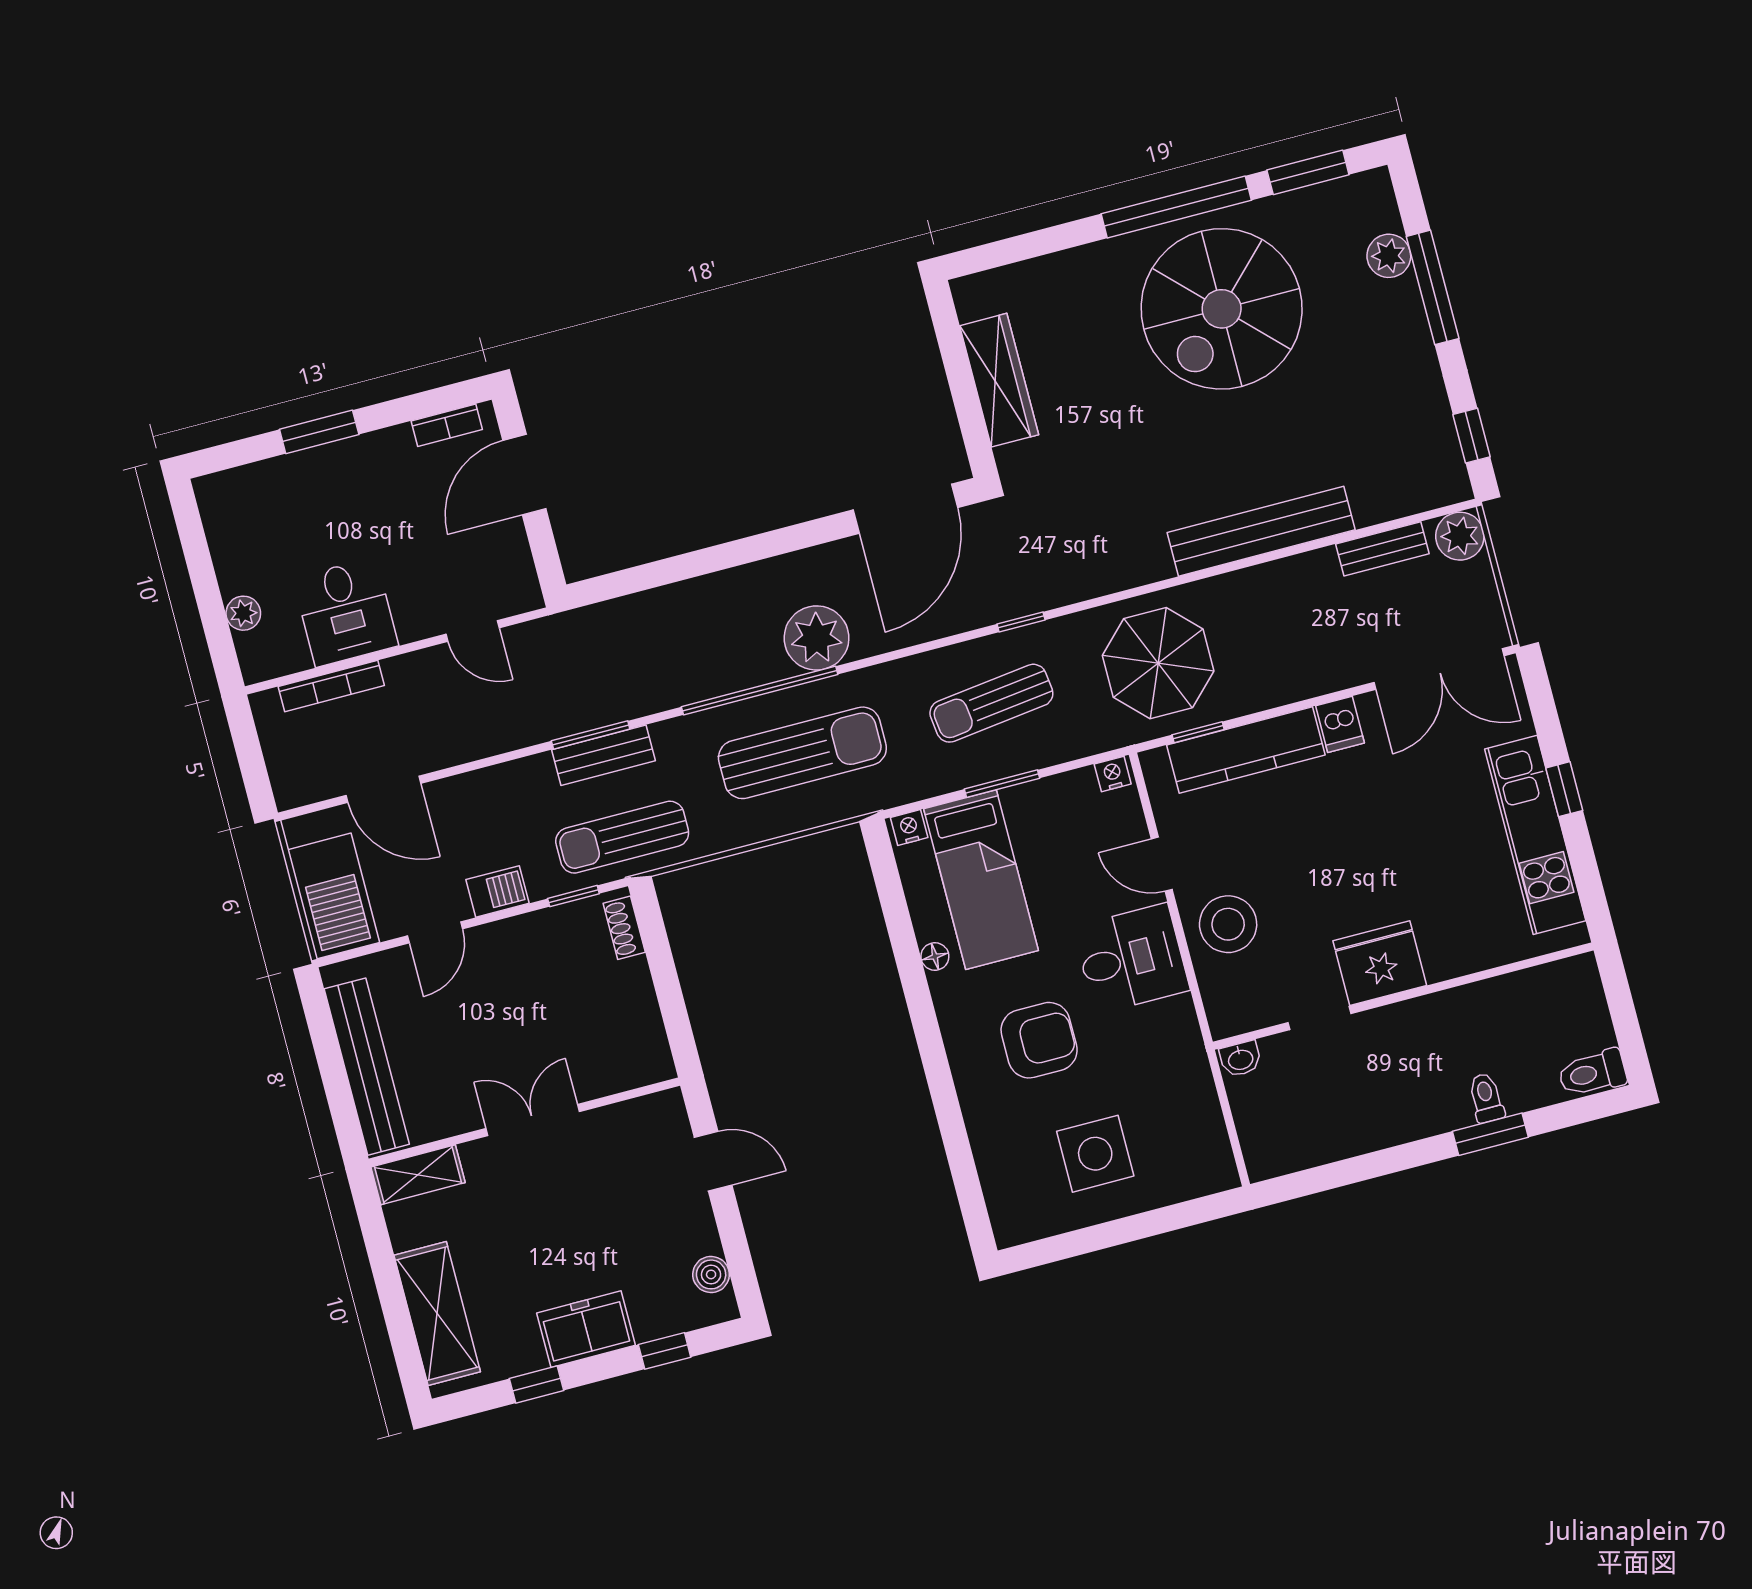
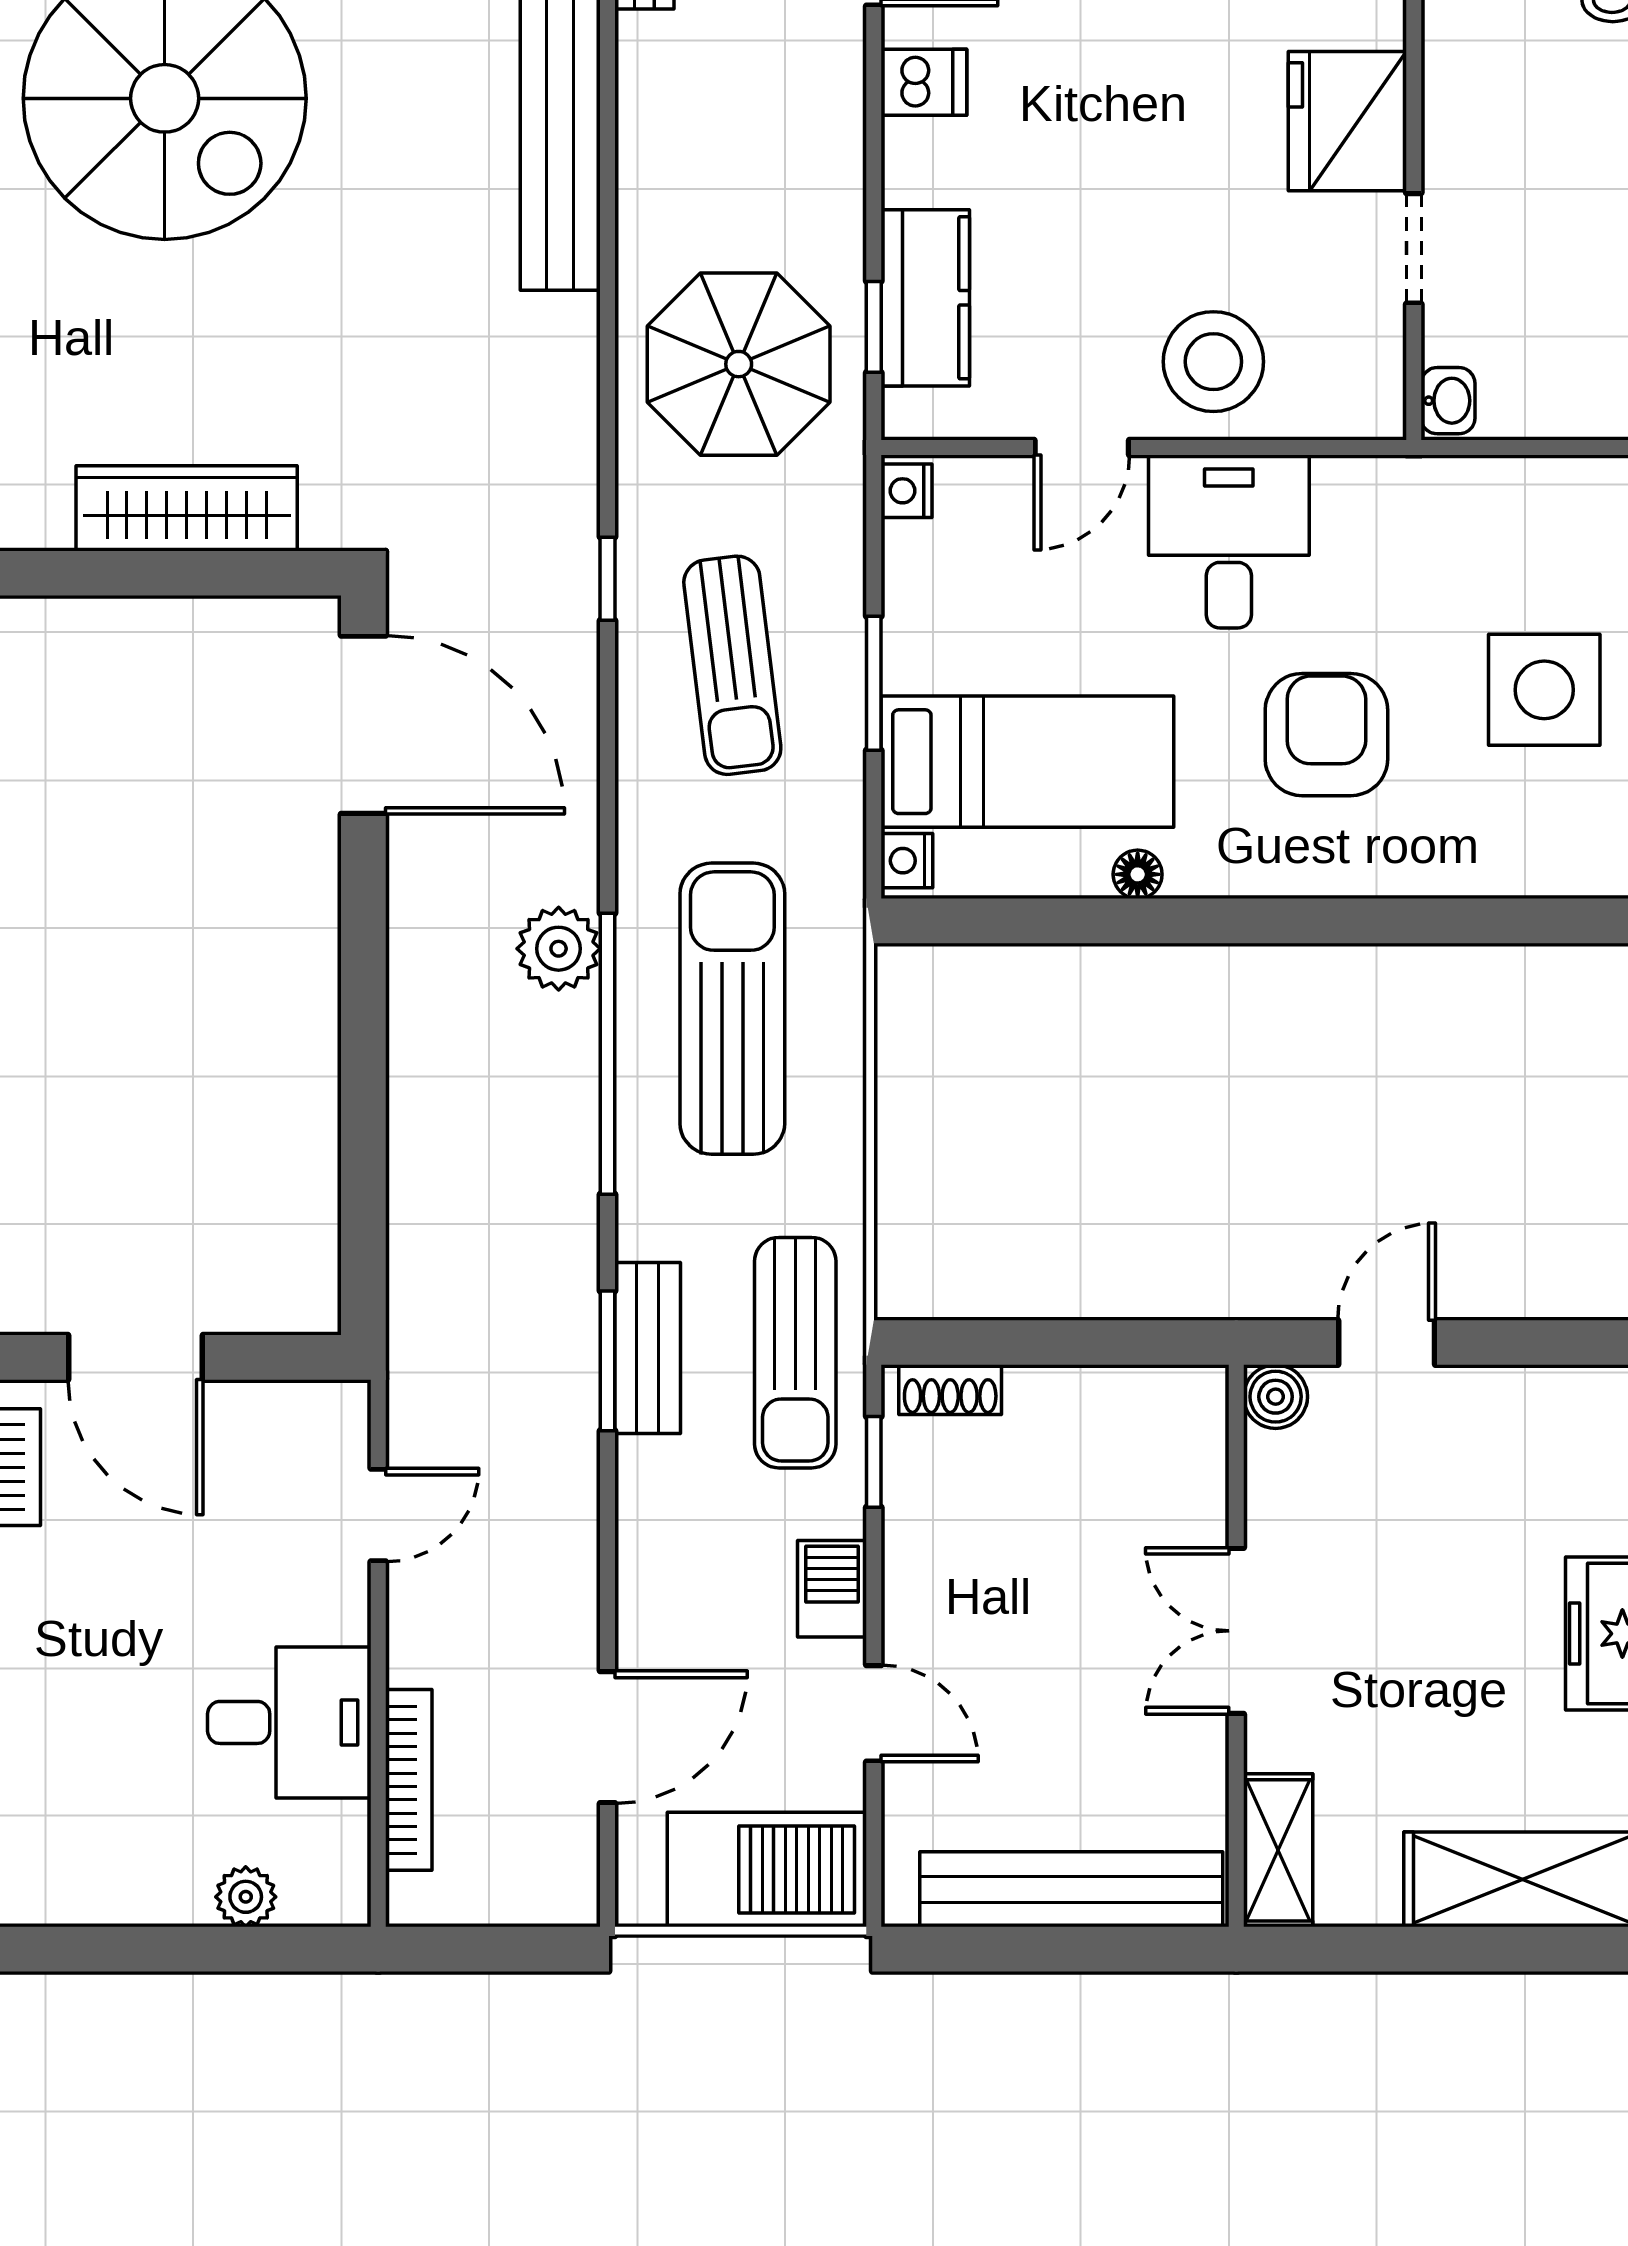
plant: (817, 638) -> (559, 949), width x0.73, depth x0.73
kitchen counter: (1246, 750) -> (925, 298), width x0.67
boiler: (711, 1274) -> (1276, 1397), moved

